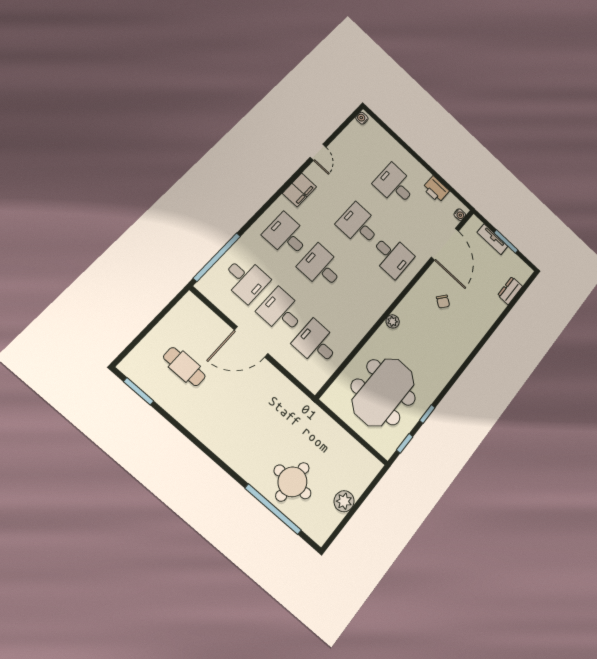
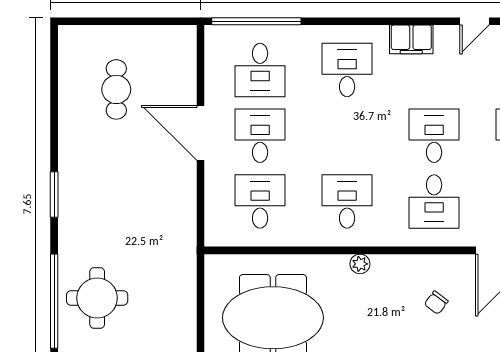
desk: (321, 267) -> (347, 201), moved
window: (139, 391) -> (54, 194), moved

